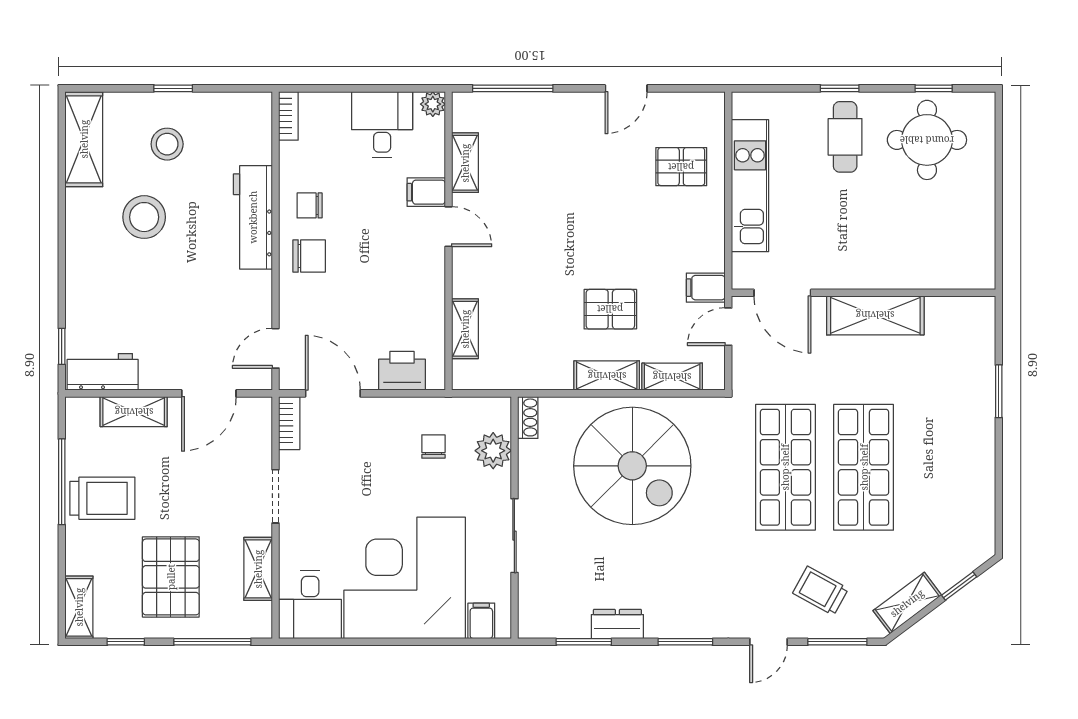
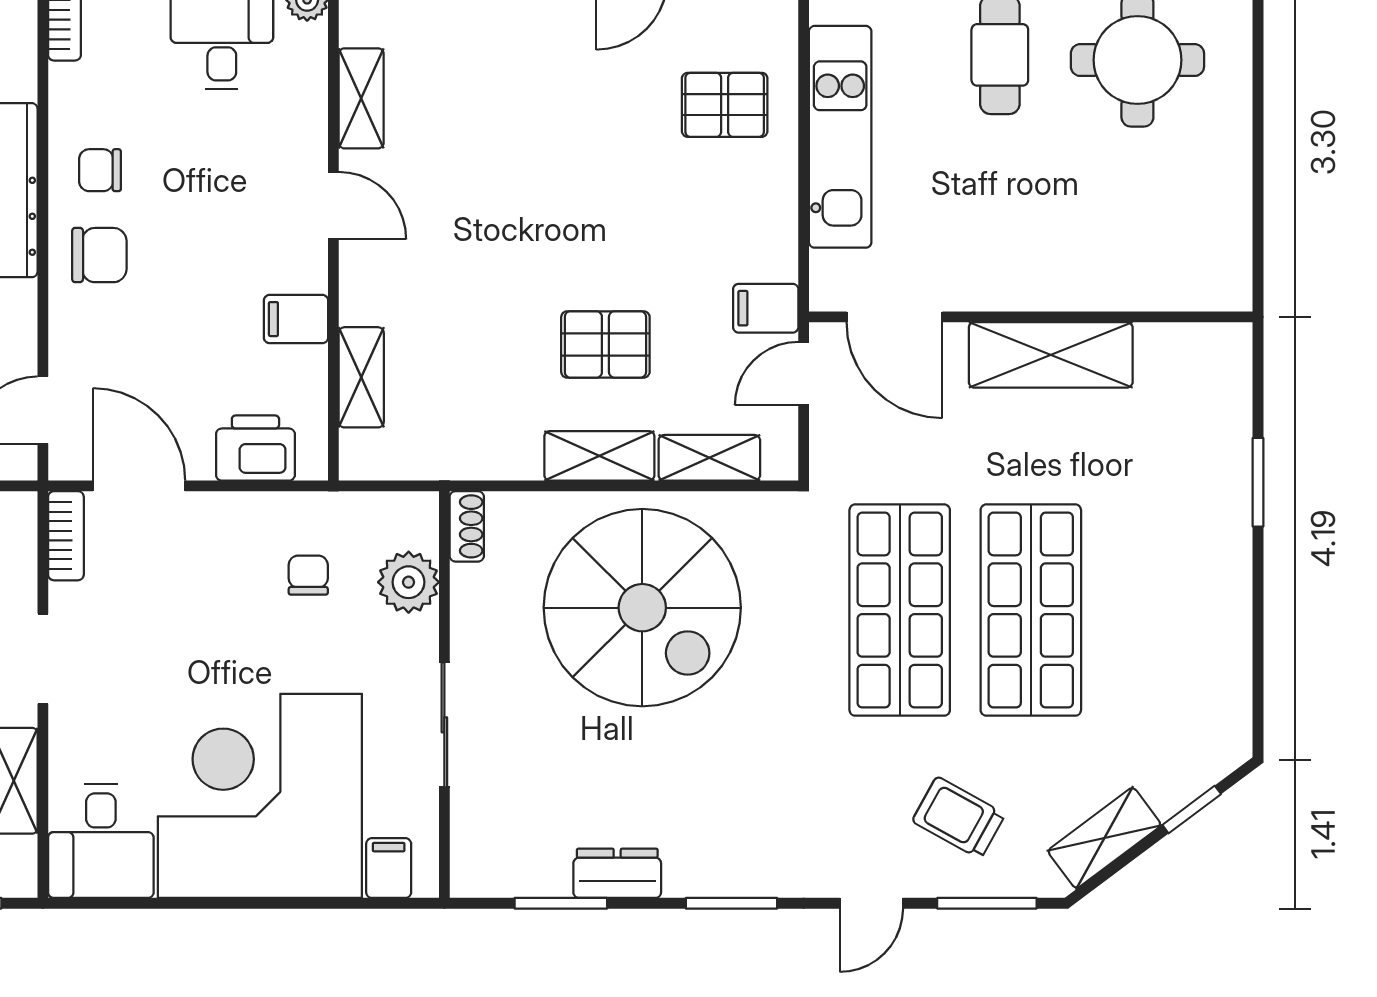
filing cabinet: (426, 192) -> (296, 319), moved

